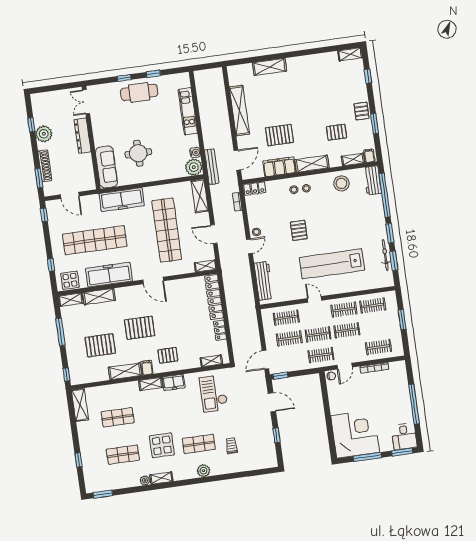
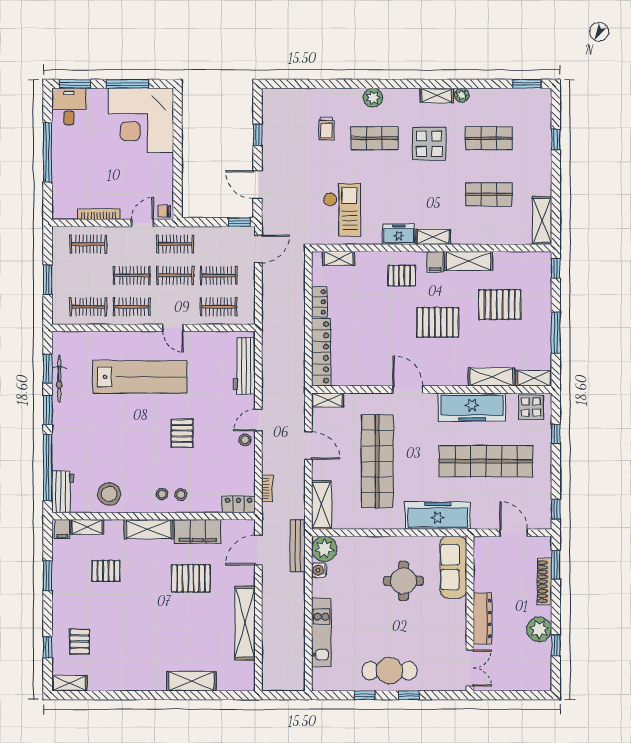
pallet: (361, 111) -> (80, 642), moved

